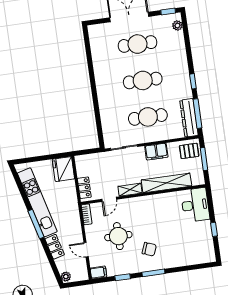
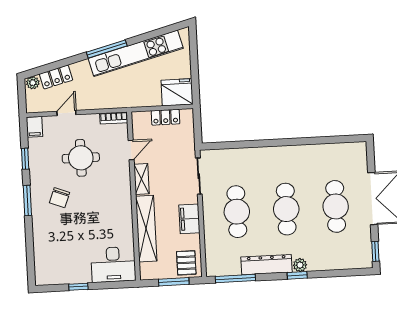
plant: (177, 25) -> (300, 265), moved
window: (193, 81) -> (297, 275), moved
dresser: (189, 118) -> (266, 265), moved
locker: (84, 188) -> (166, 117), moved
door: (109, 199) -> (131, 150), swing flipped
locker: (55, 247) -> (56, 77), moved

